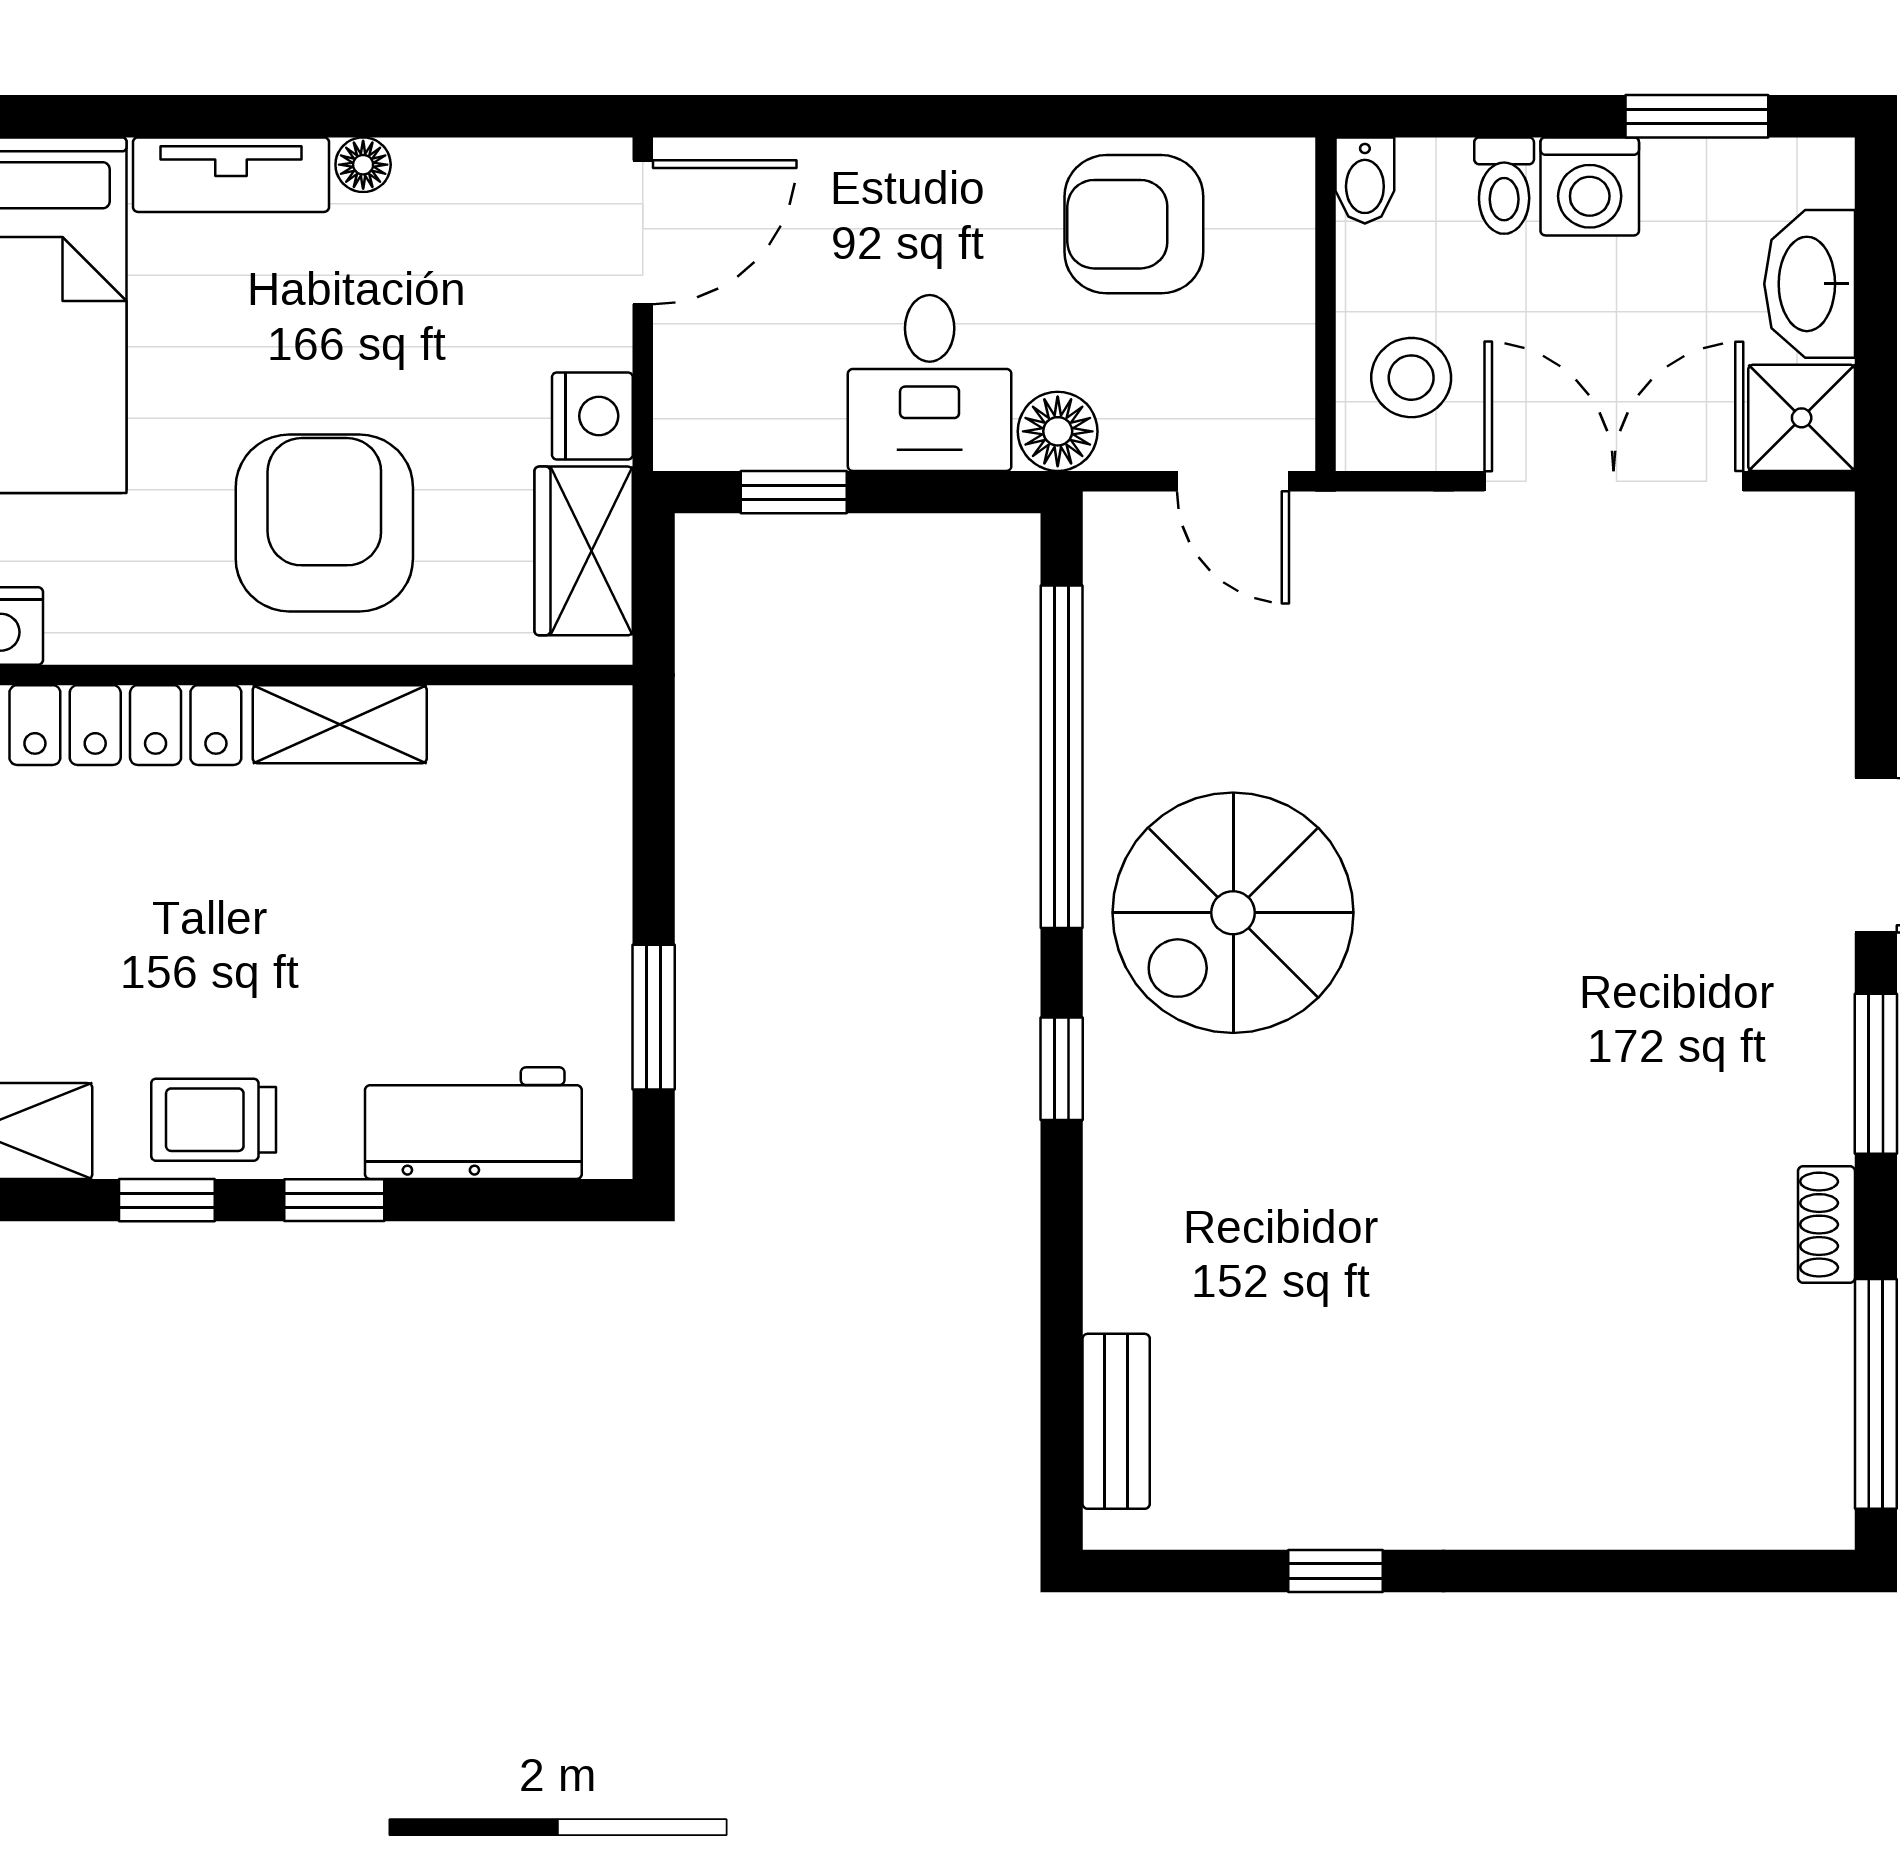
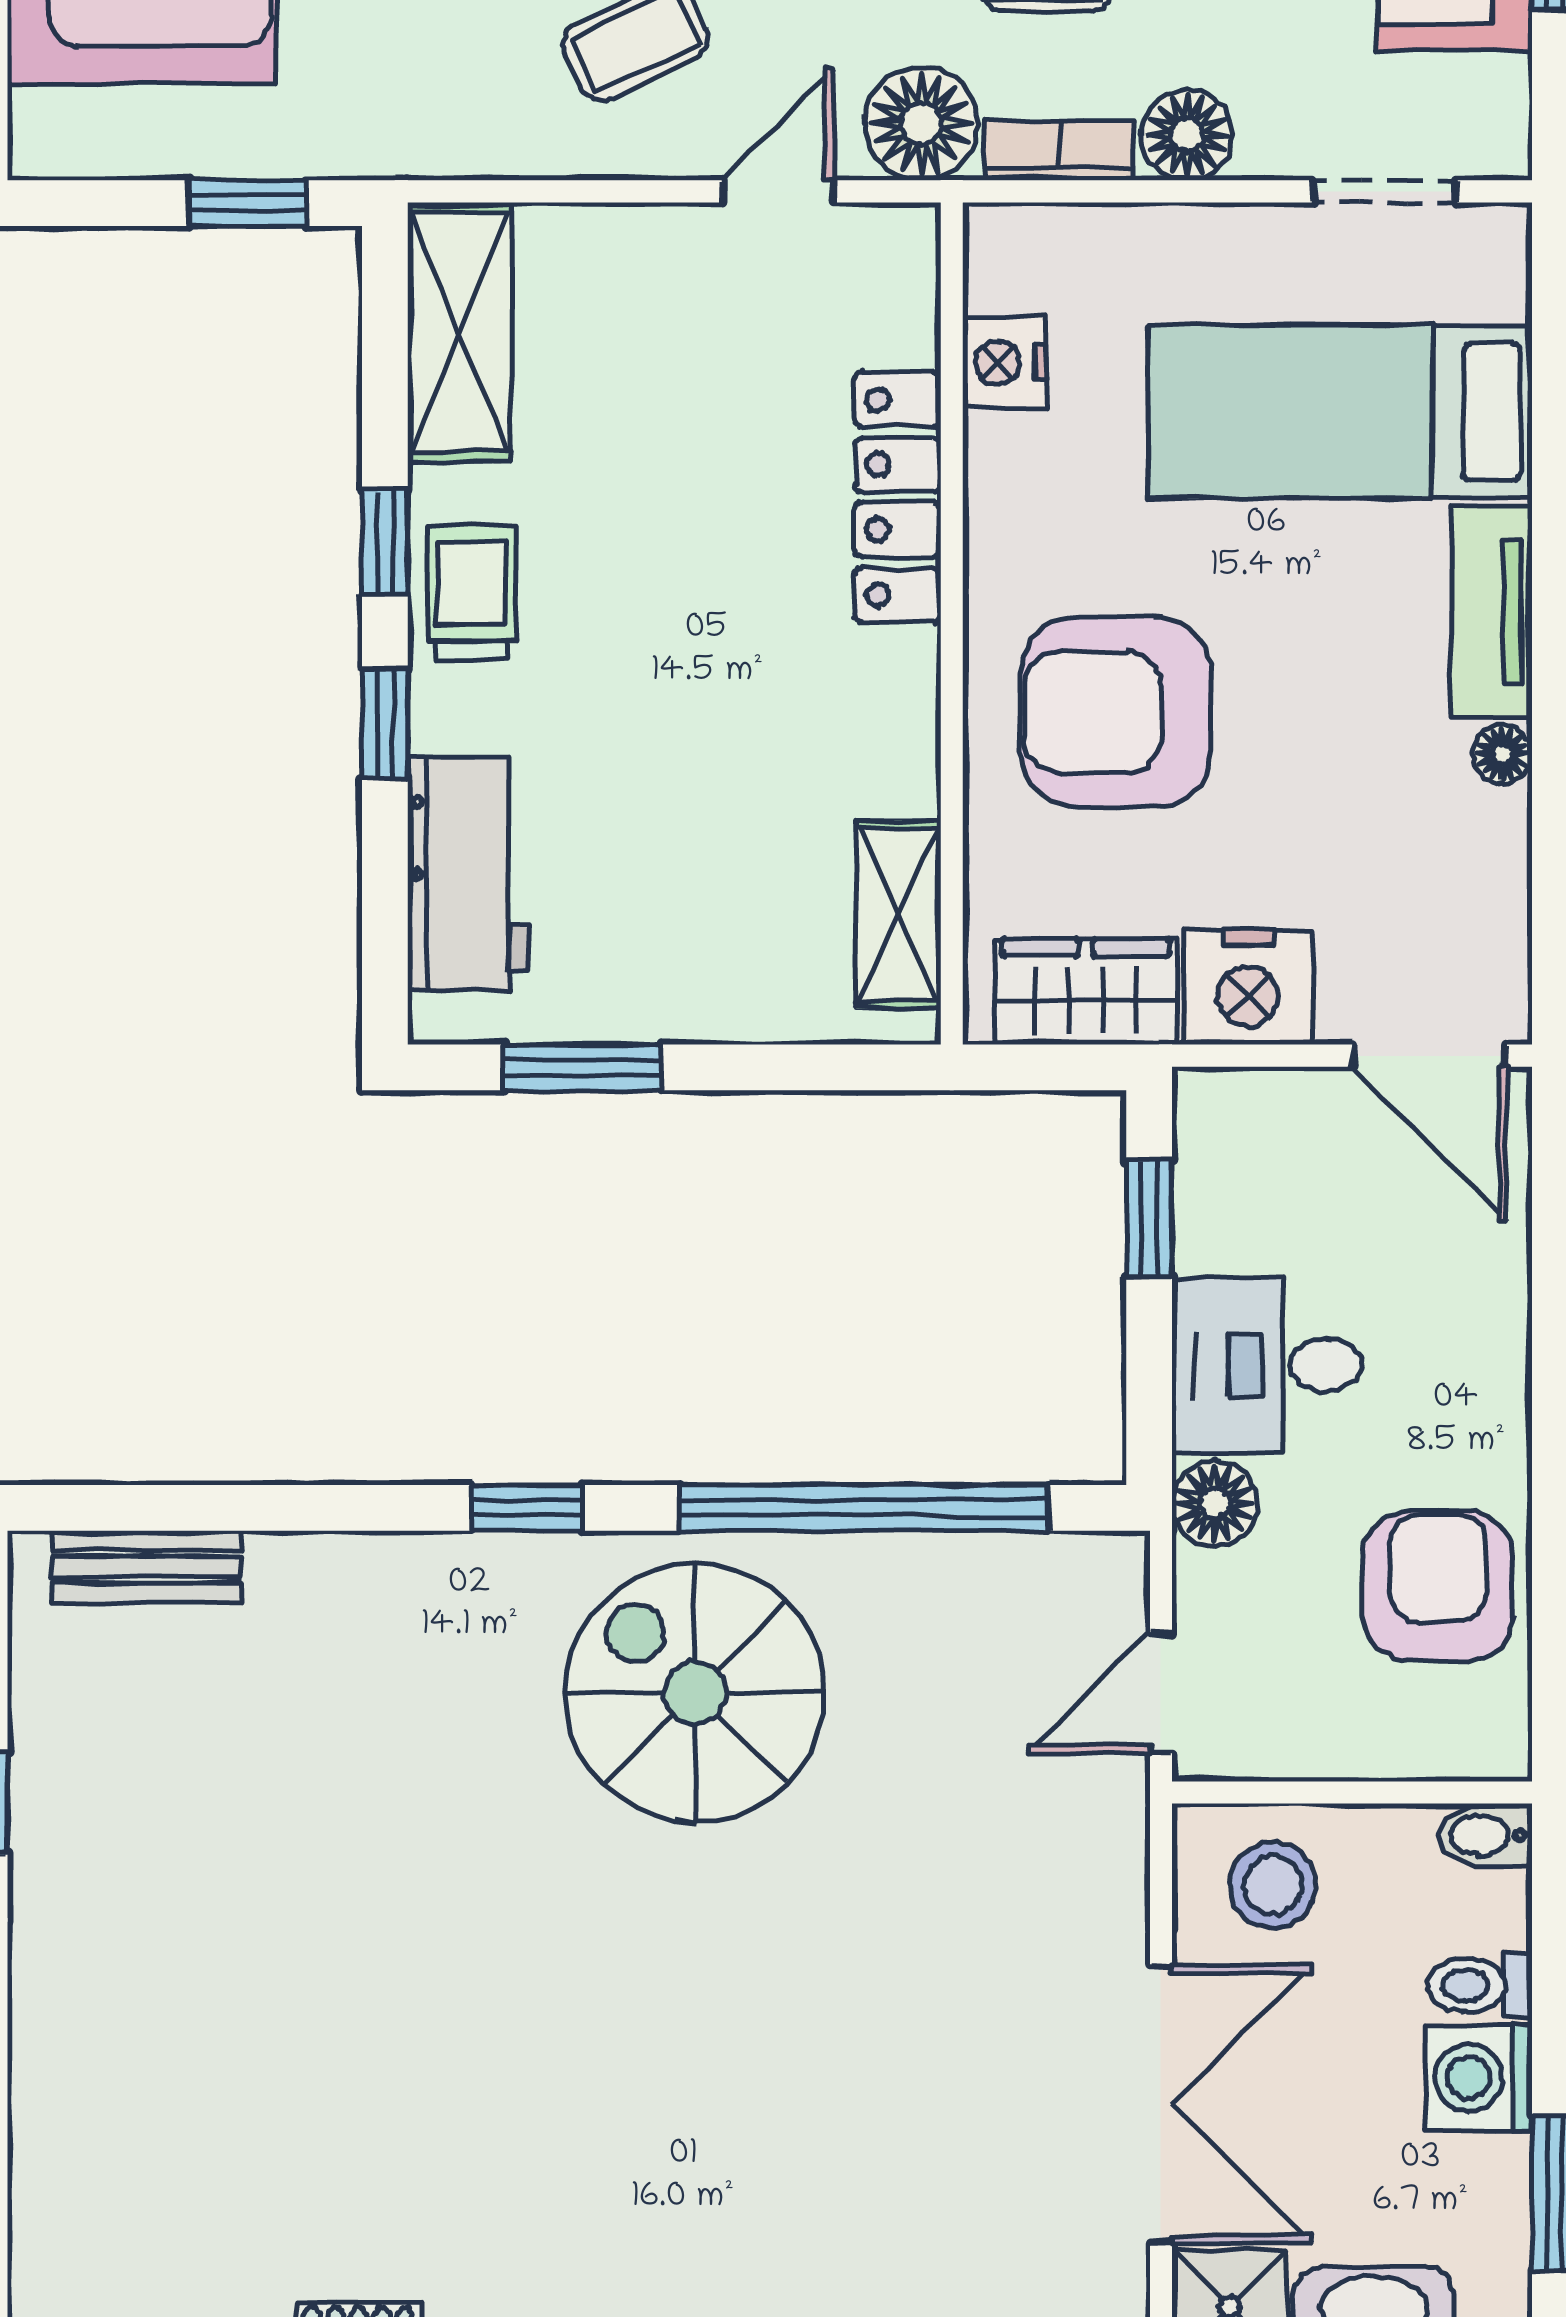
nightstand: (592, 416) -> (1248, 987), width x1.36, depth x1.33
armchair: (324, 523) -> (1116, 712), turned 180
shelving: (340, 724) -> (899, 914), moved

